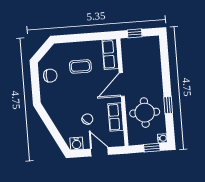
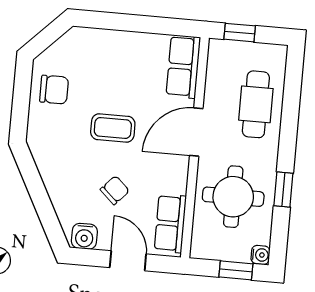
coffee table: (80, 66) -> (113, 128), moved
cafe table: (148, 66) -> (256, 104), added
row of seats: (116, 117) -> (170, 223), moved

